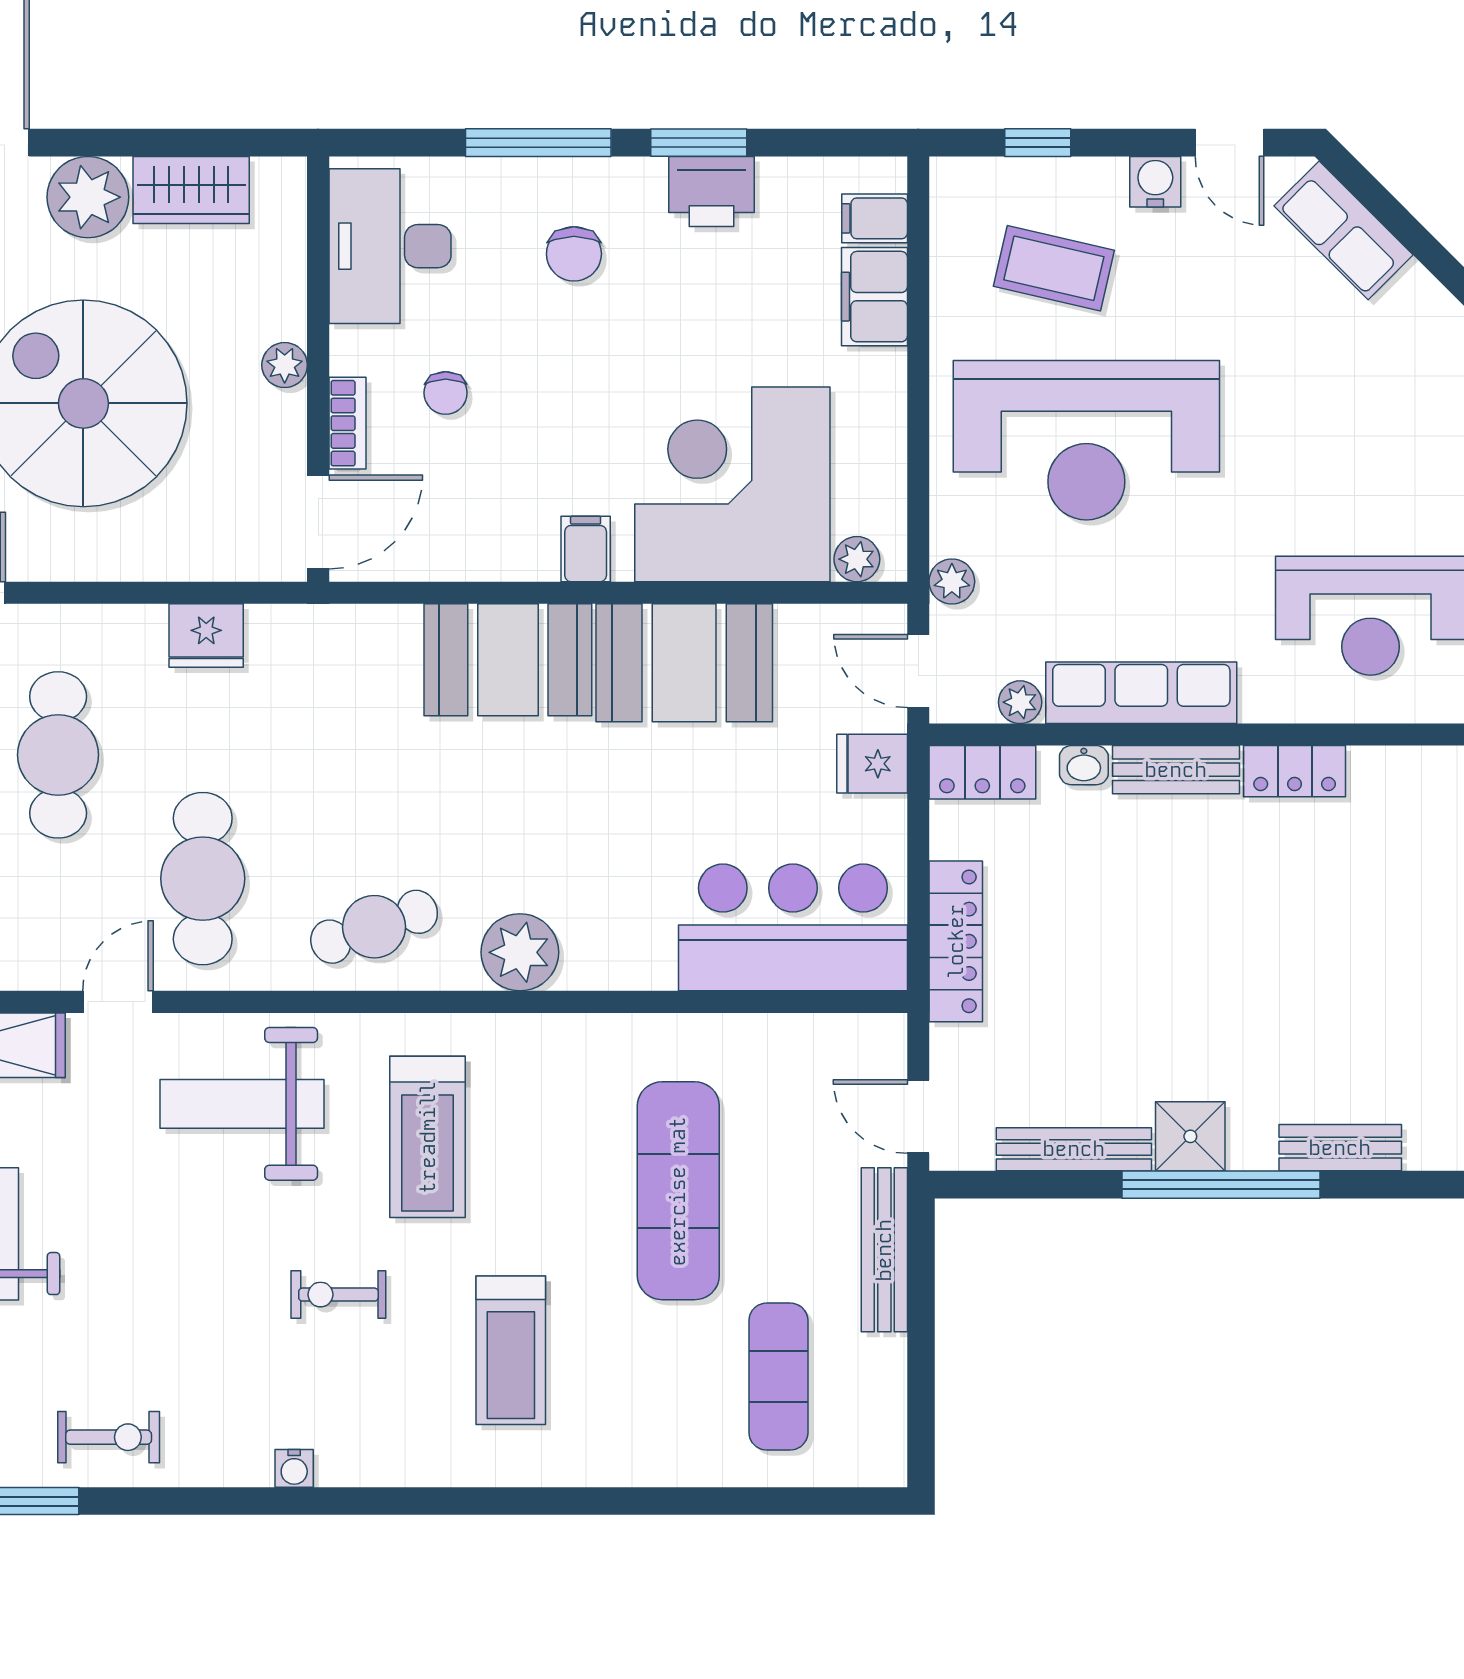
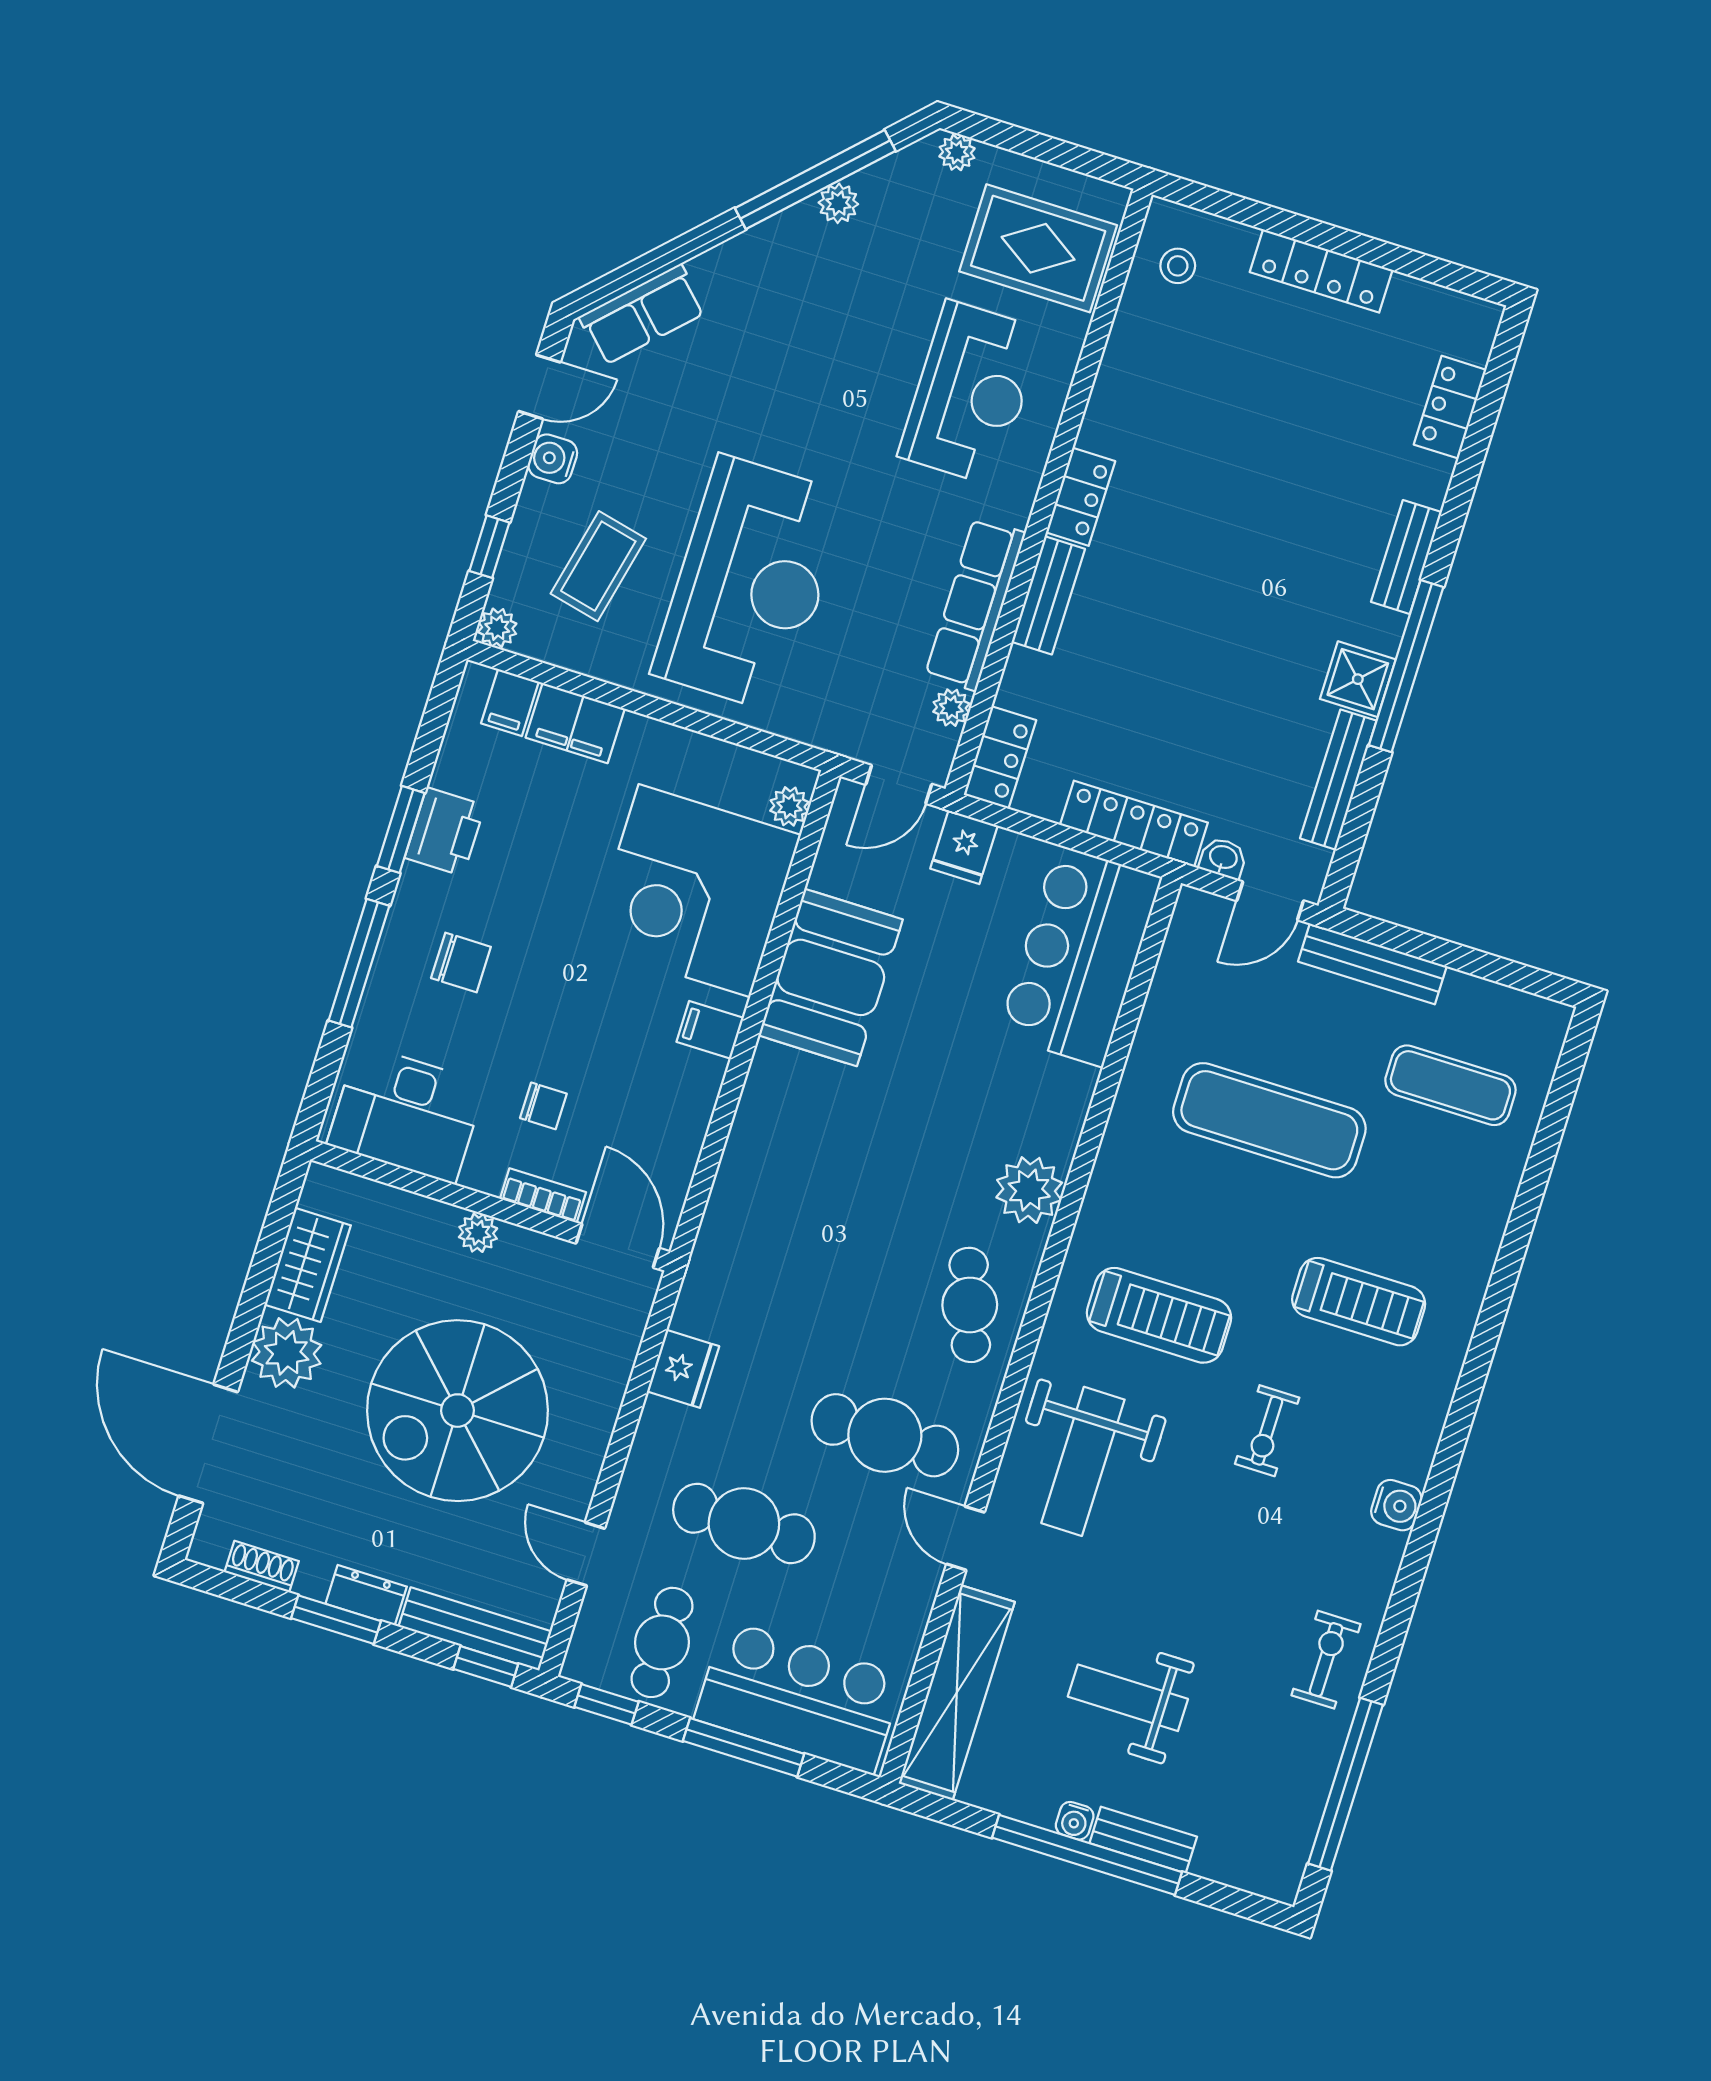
plant: (952, 582) -> (497, 628), moved
booth: (508, 660) -> (782, 1124), removed
washbasin: (1084, 765) -> (1223, 858), moved, turned -90
water cooler: (294, 1468) -> (1396, 1505), width x1.38, depth x1.38

